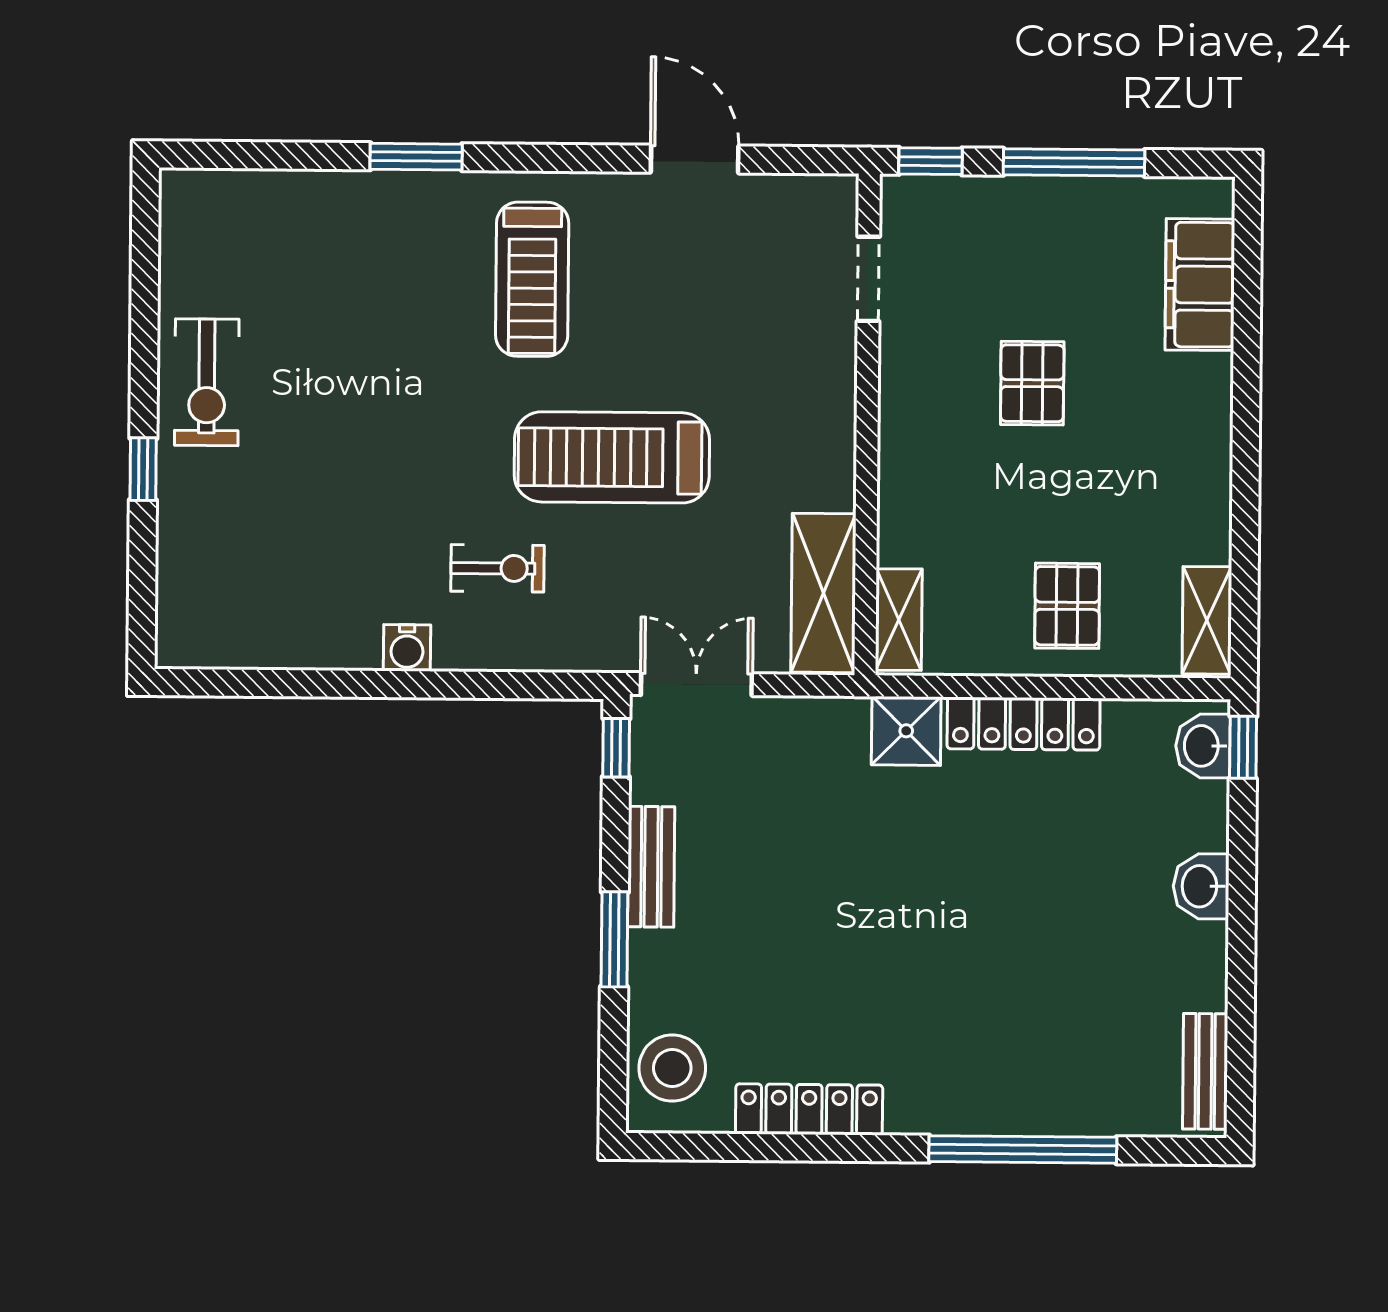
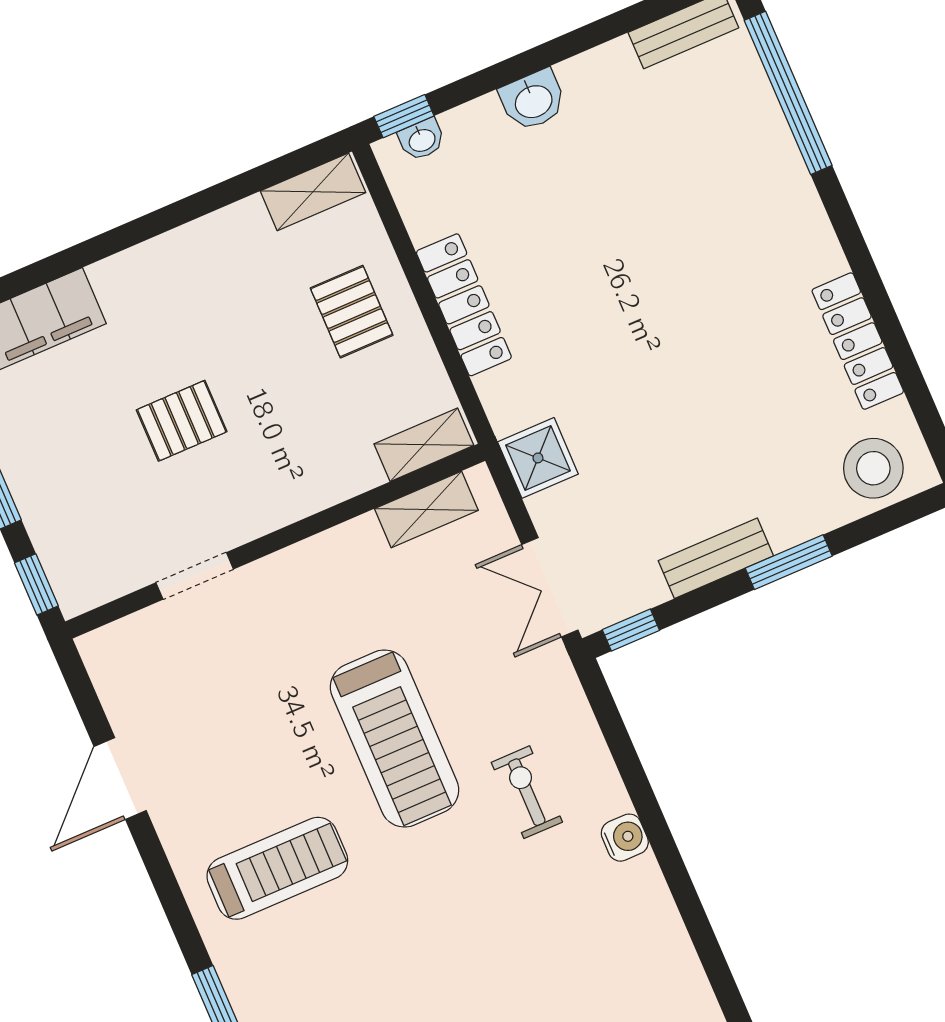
doorway: (868, 279) -> (195, 576), moved
shelving: (823, 593) -> (426, 510), width x0.67, depth x0.75
pallet: (1067, 606) -> (352, 312), turned 90
shower: (906, 731) -> (538, 458), moved
washbasin: (1203, 746) -> (422, 140), width x0.72, depth x0.69
window: (1023, 1149) -> (788, 93), moved

